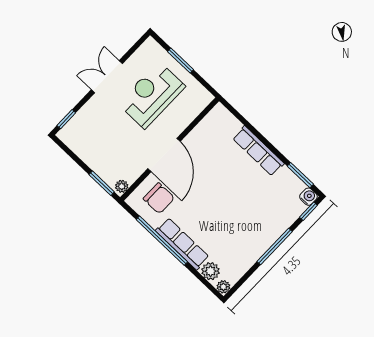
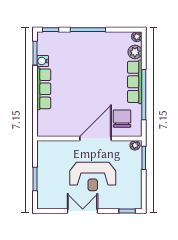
double door: (107, 77) -> (83, 211), swing flipped
reception desk: (152, 95) -> (93, 177), moved
water cooler: (308, 197) -> (43, 61), moved

